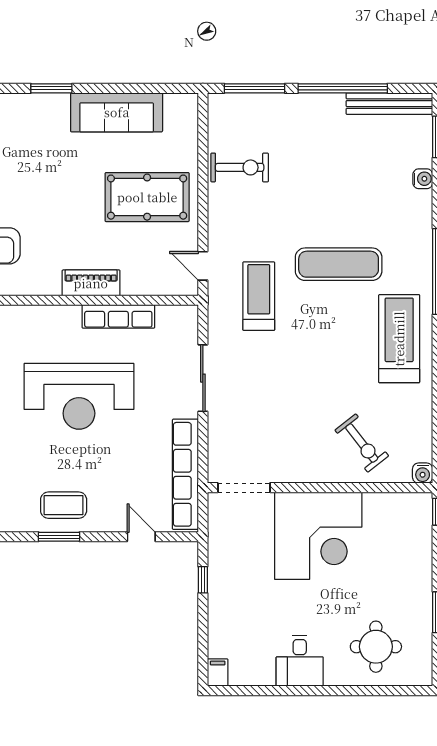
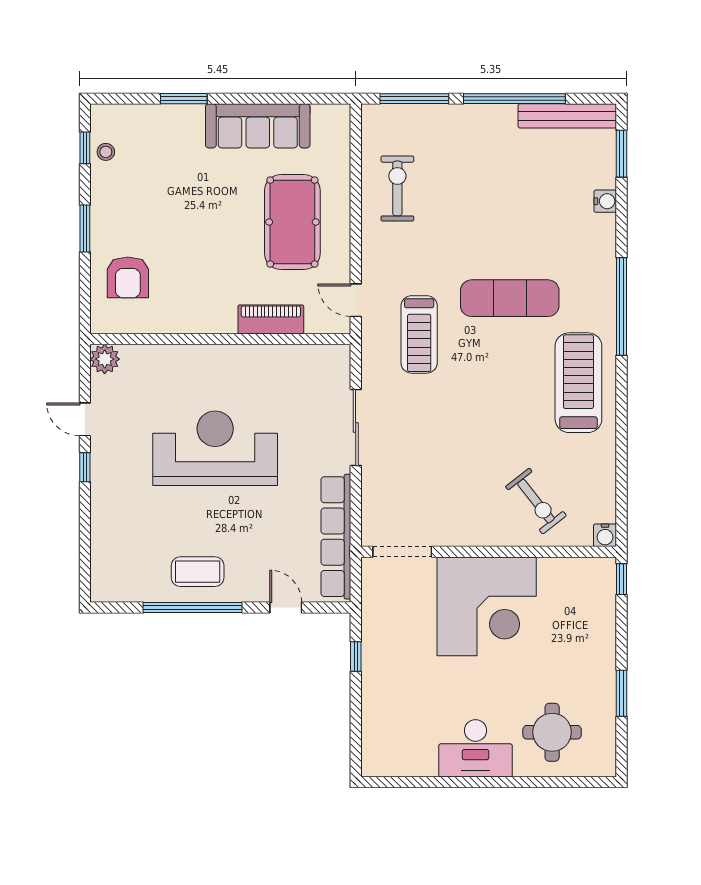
exercise bike: (240, 167) -> (397, 188), turned -90
pool table: (147, 197) -> (292, 222), turned 90
piano: (91, 283) -> (271, 319), moved
treadmill: (259, 296) -> (419, 334), turned 180
row of seats: (118, 316) -> (260, 358), removed
reception desk: (79, 396) -> (215, 448), turned 180
window: (59, 537) -> (192, 607), width x2.11
desk: (300, 661) -> (476, 748), width x1.37
filing cabinet: (218, 673) -> (372, 762), removed

